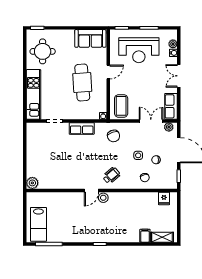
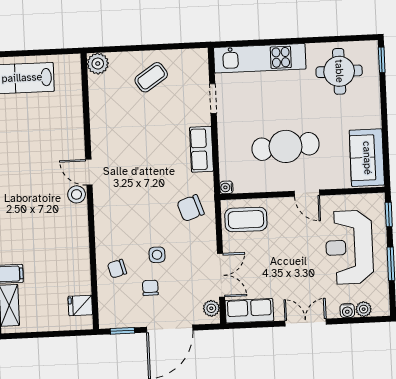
coffee table: (41, 154) -> (151, 77), added
wheelchair: (111, 176) -> (118, 207), removed

